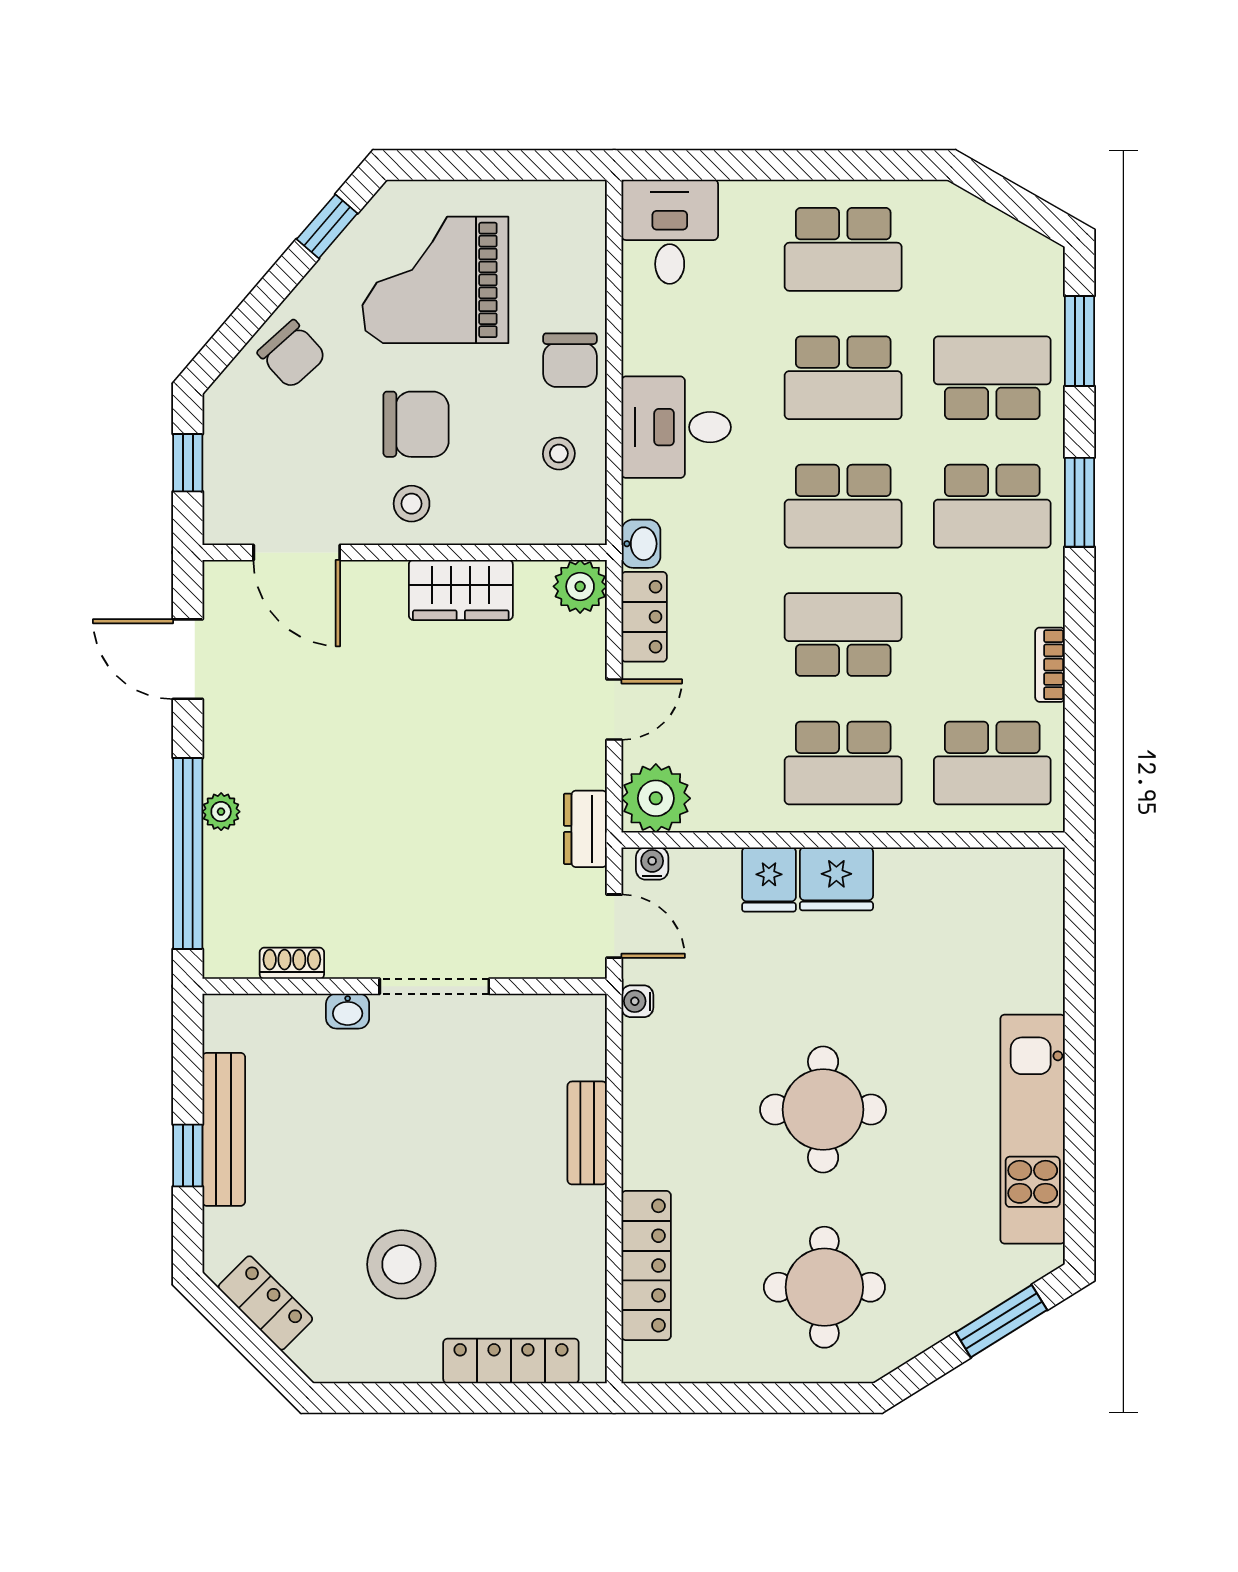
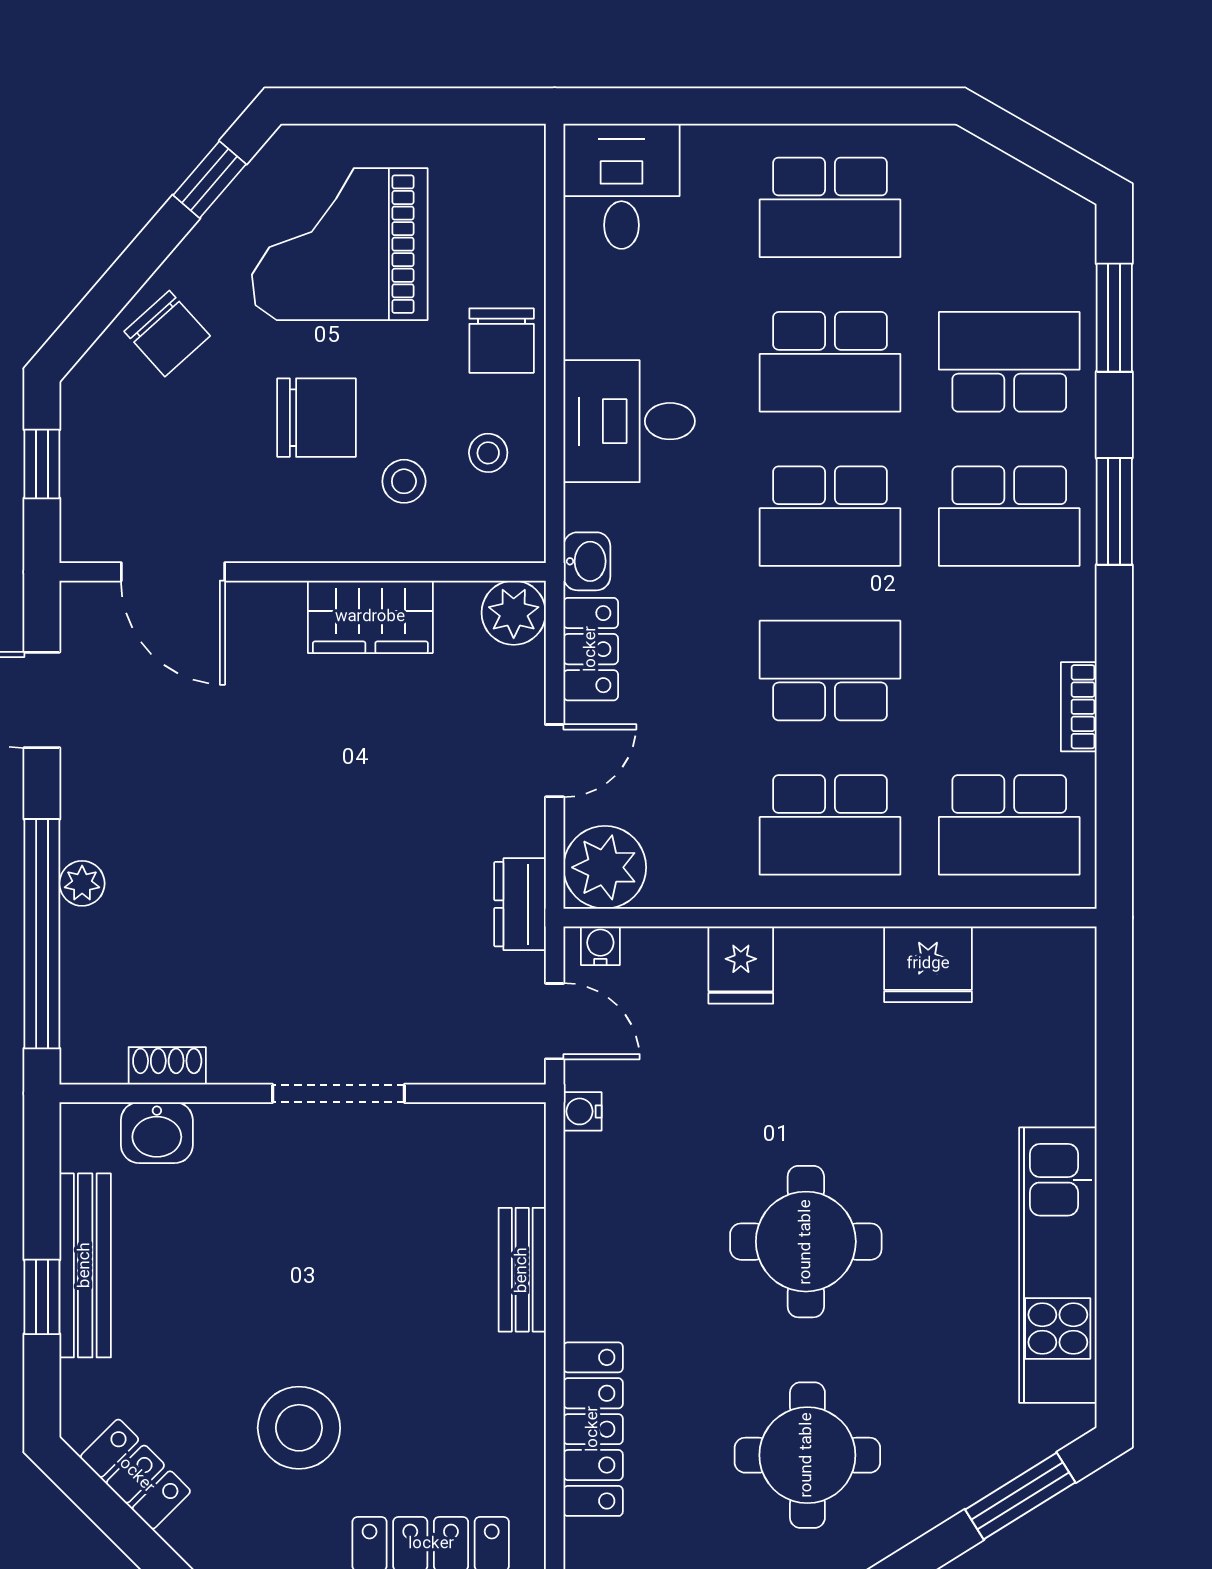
stool: (412, 504) -> (404, 481), moved
fridge: (836, 879) -> (928, 964), moved
washbasin: (348, 1011) -> (157, 1133), moved, width x1.38, depth x1.45

